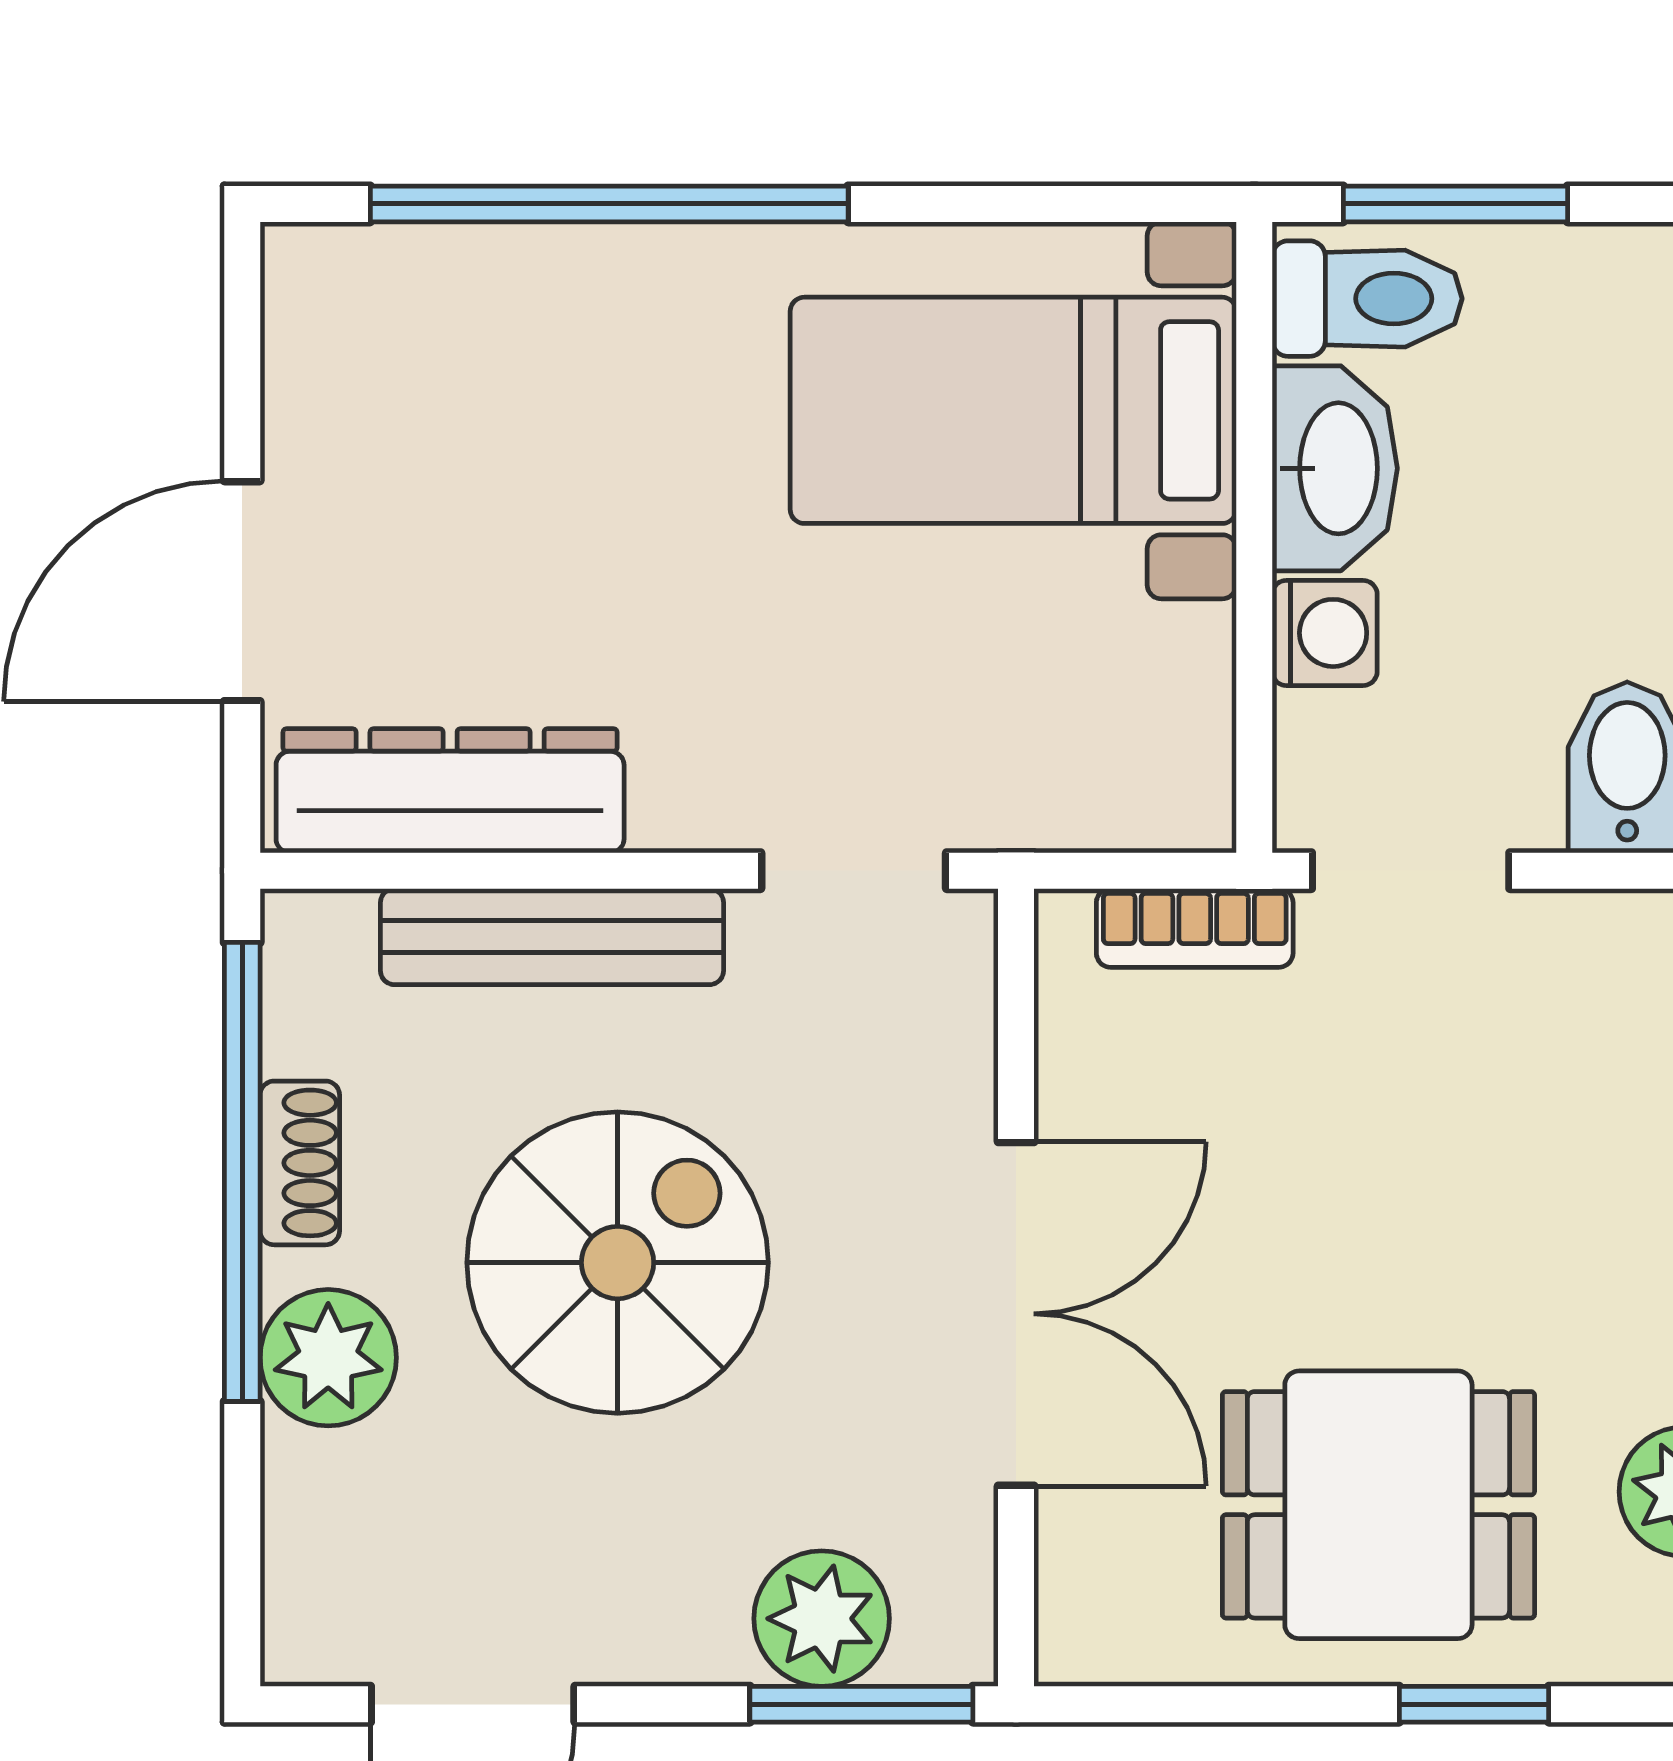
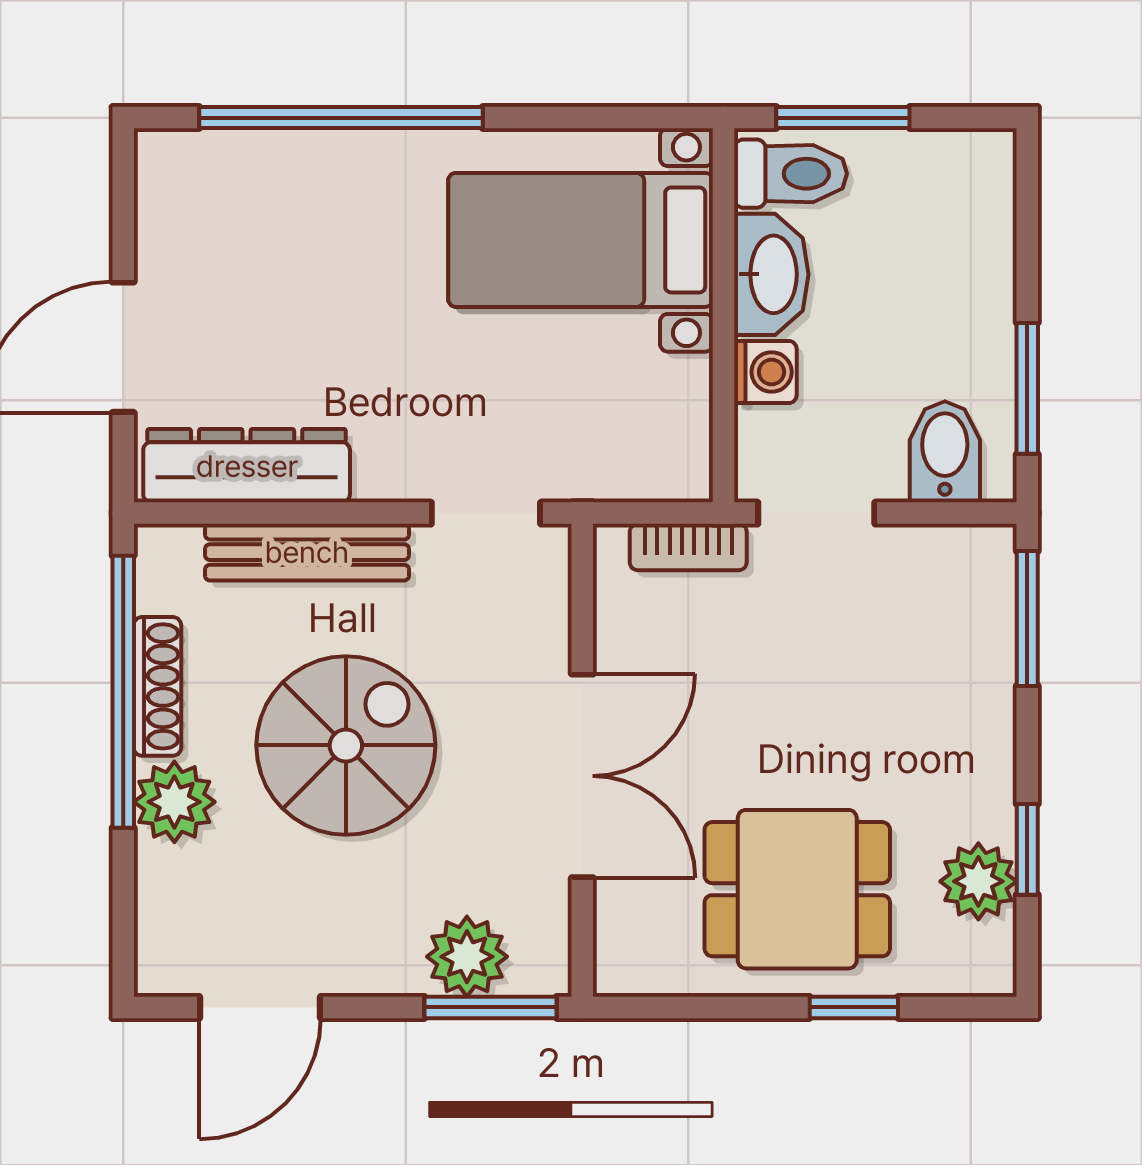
shoe rack: (300, 1163) -> (157, 686), width x1.43

